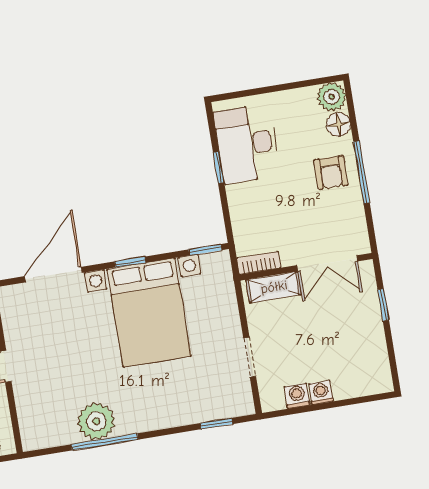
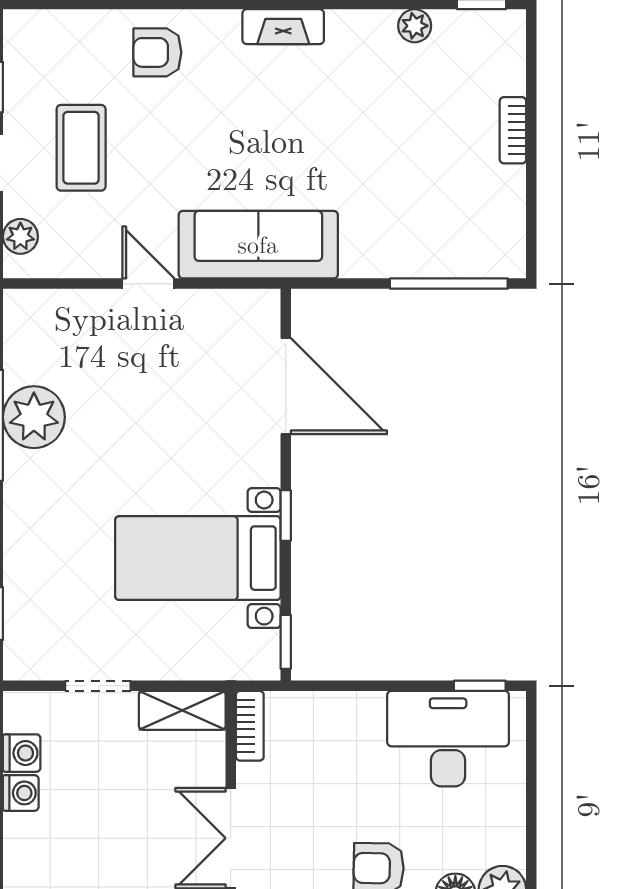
window: (219, 167) -> (480, 686), moved
shelving: (274, 287) -> (182, 710), moved, turned 90
bed with nightstands: (149, 313) -> (198, 558), width x0.73

